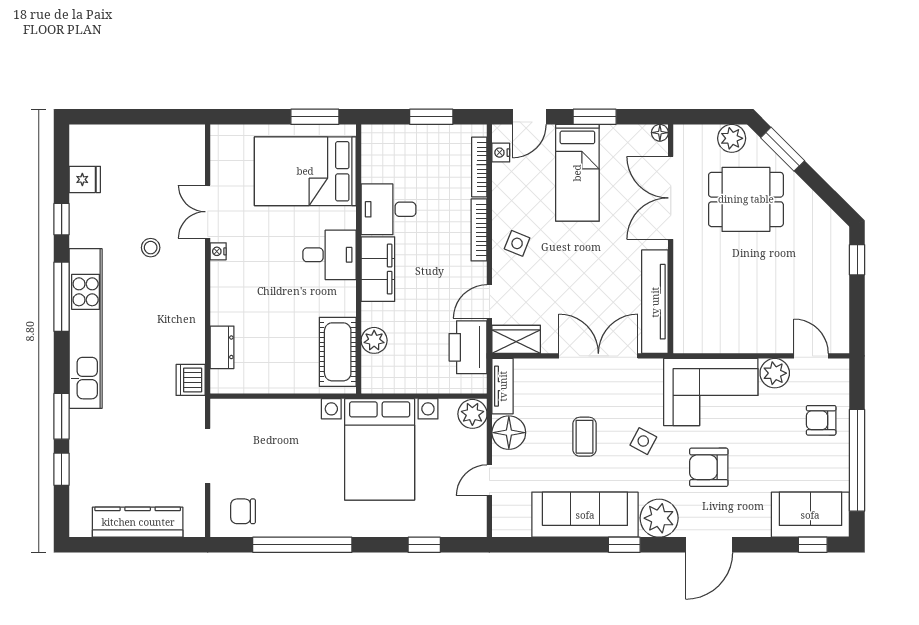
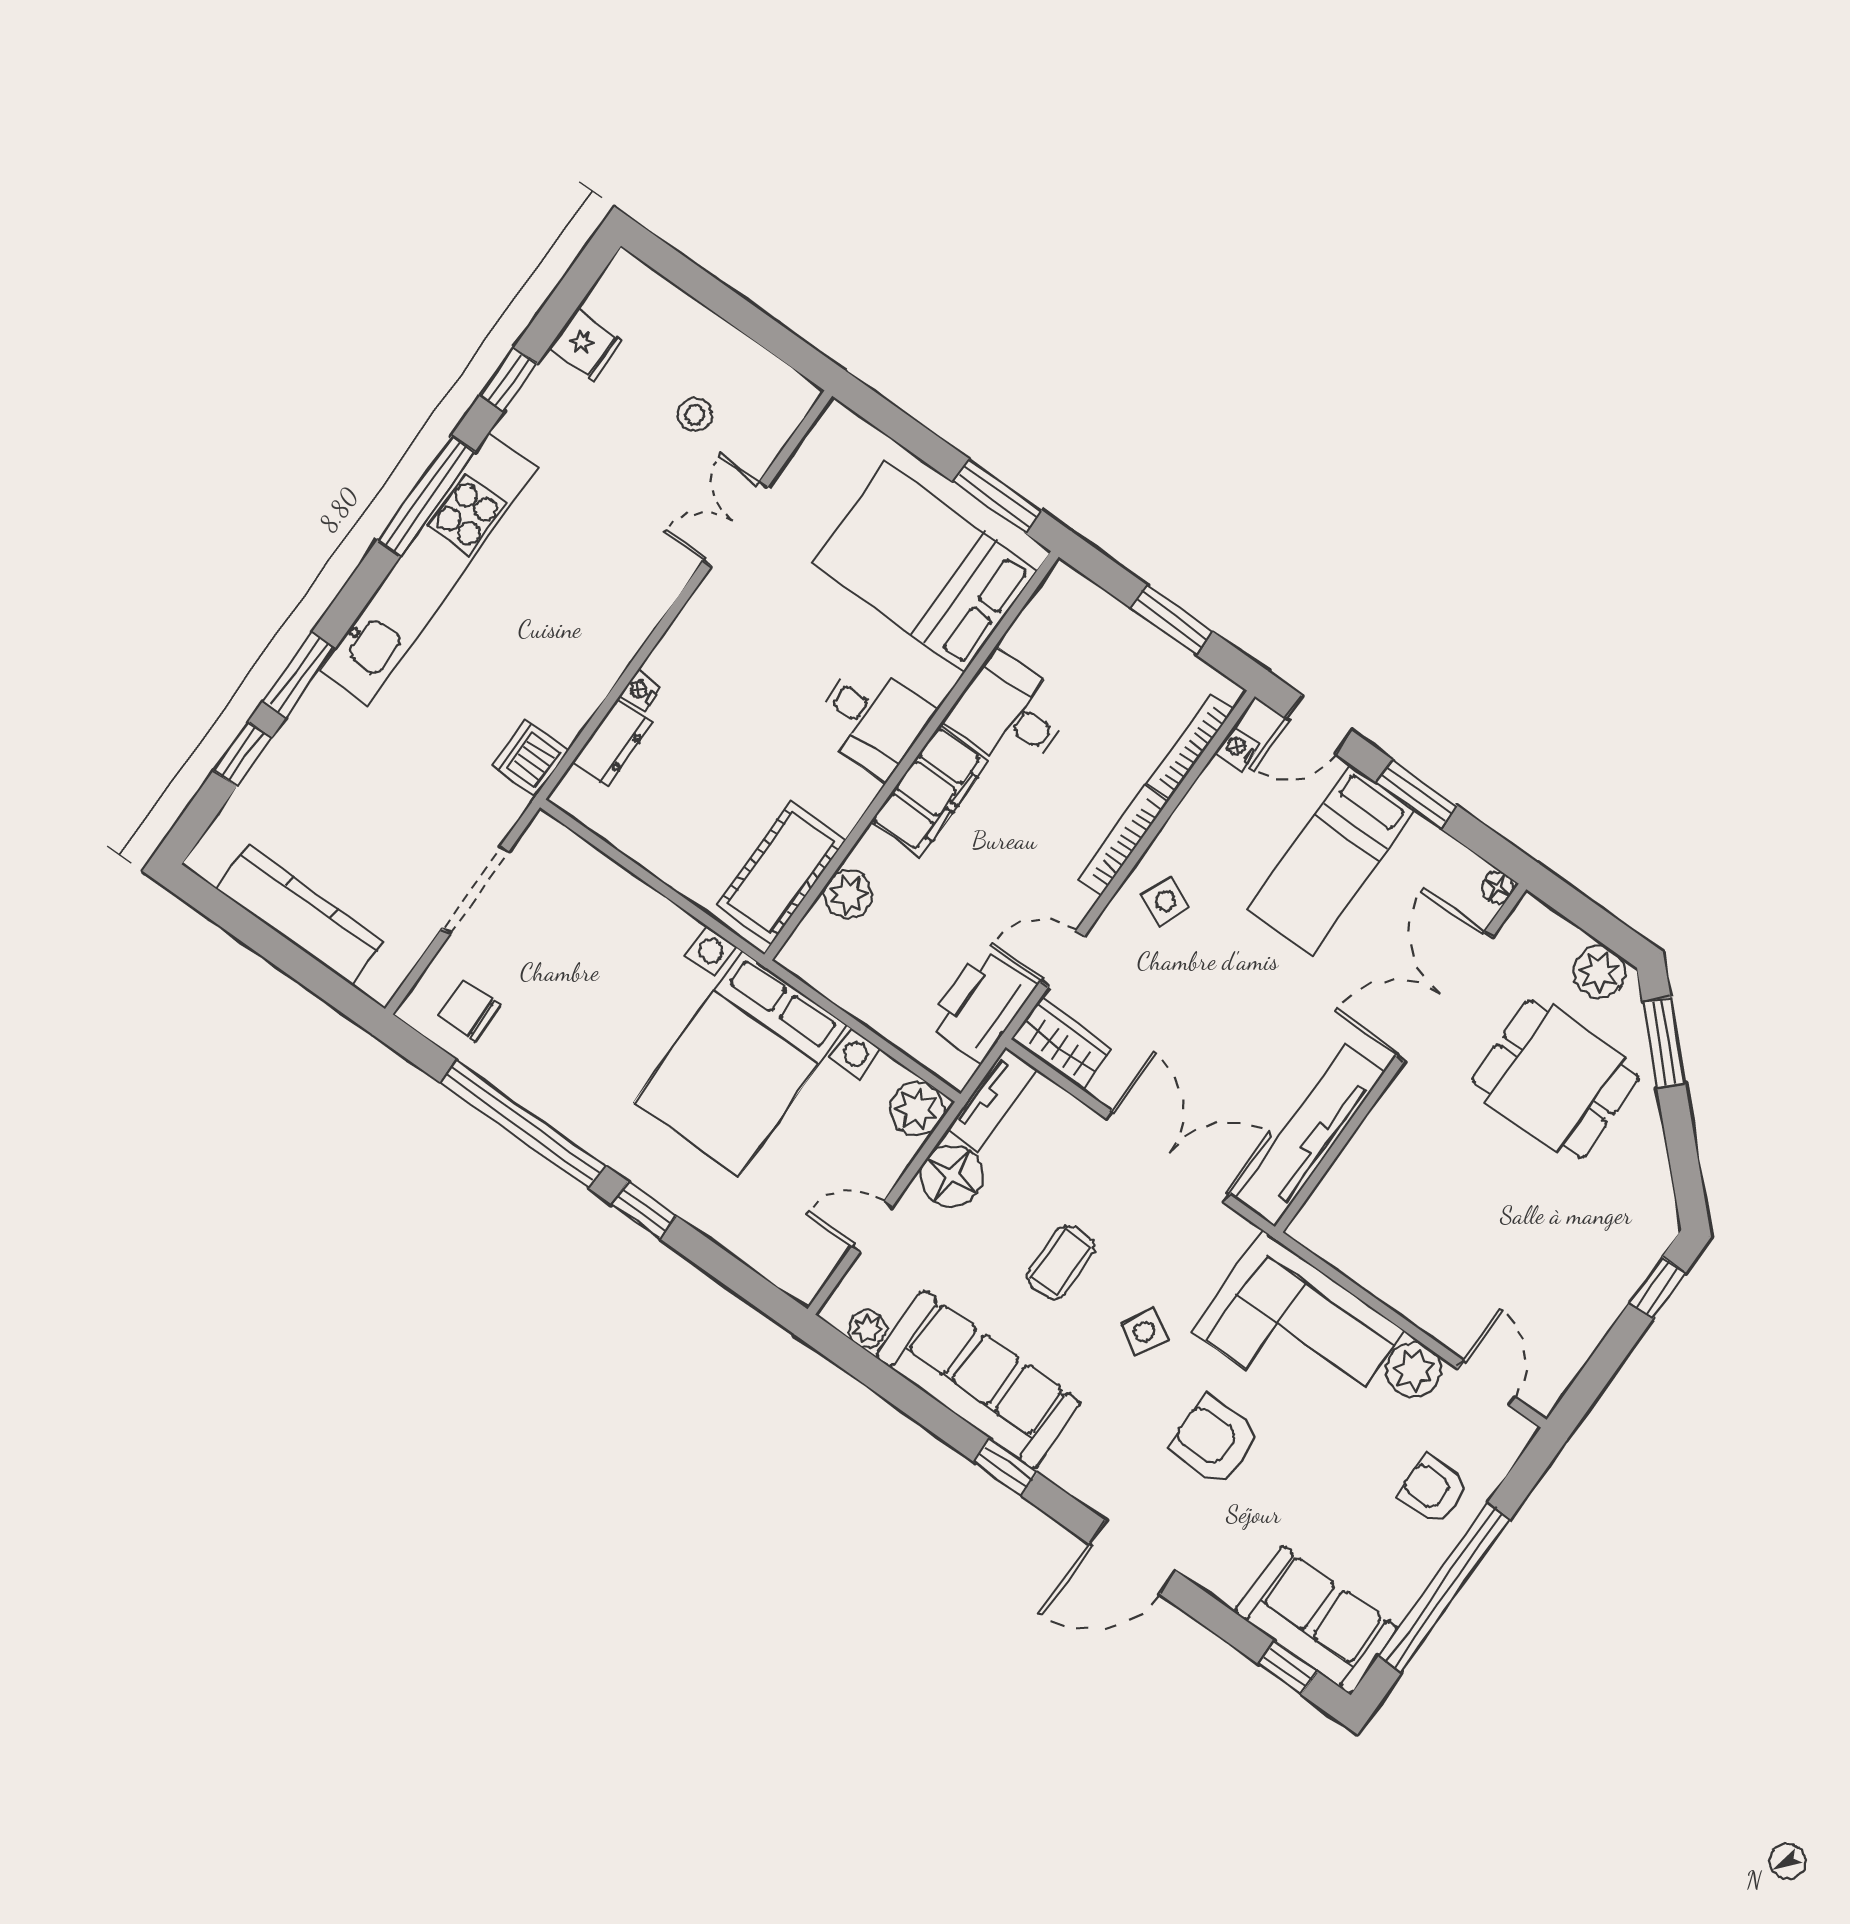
stool: (151, 248) -> (695, 415), moved
nightstand: (218, 251) -> (641, 691), moved
plant: (659, 518) -> (867, 1329), moved, width x0.53, depth x0.53
window: (424, 545) -> (644, 1210), moved

